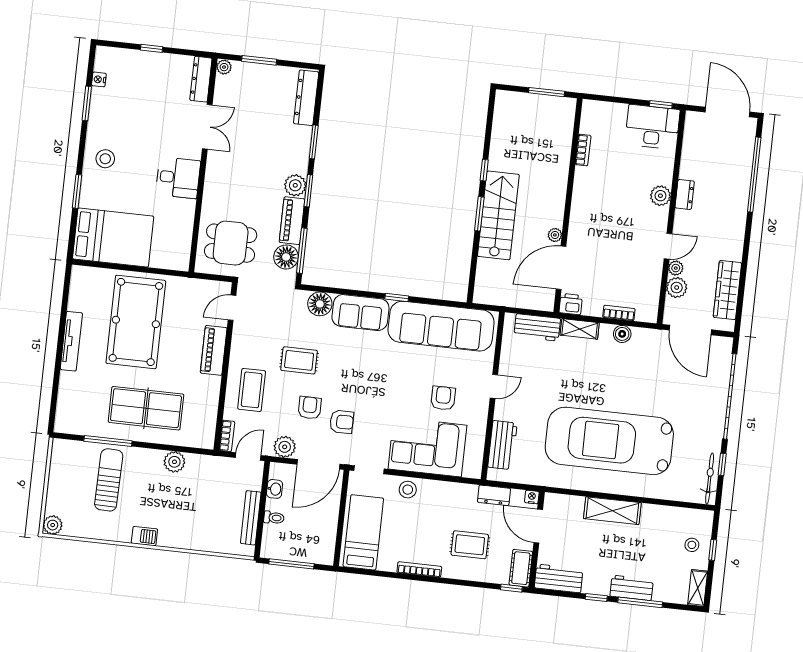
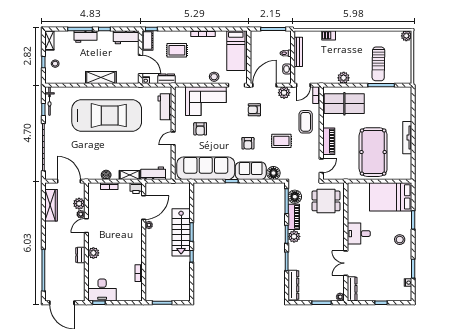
table tennis table: (146, 408) -> (344, 104), moved
armchair: (310, 408) -> (248, 143), moved
barbecue: (144, 536) -> (329, 35), moved

